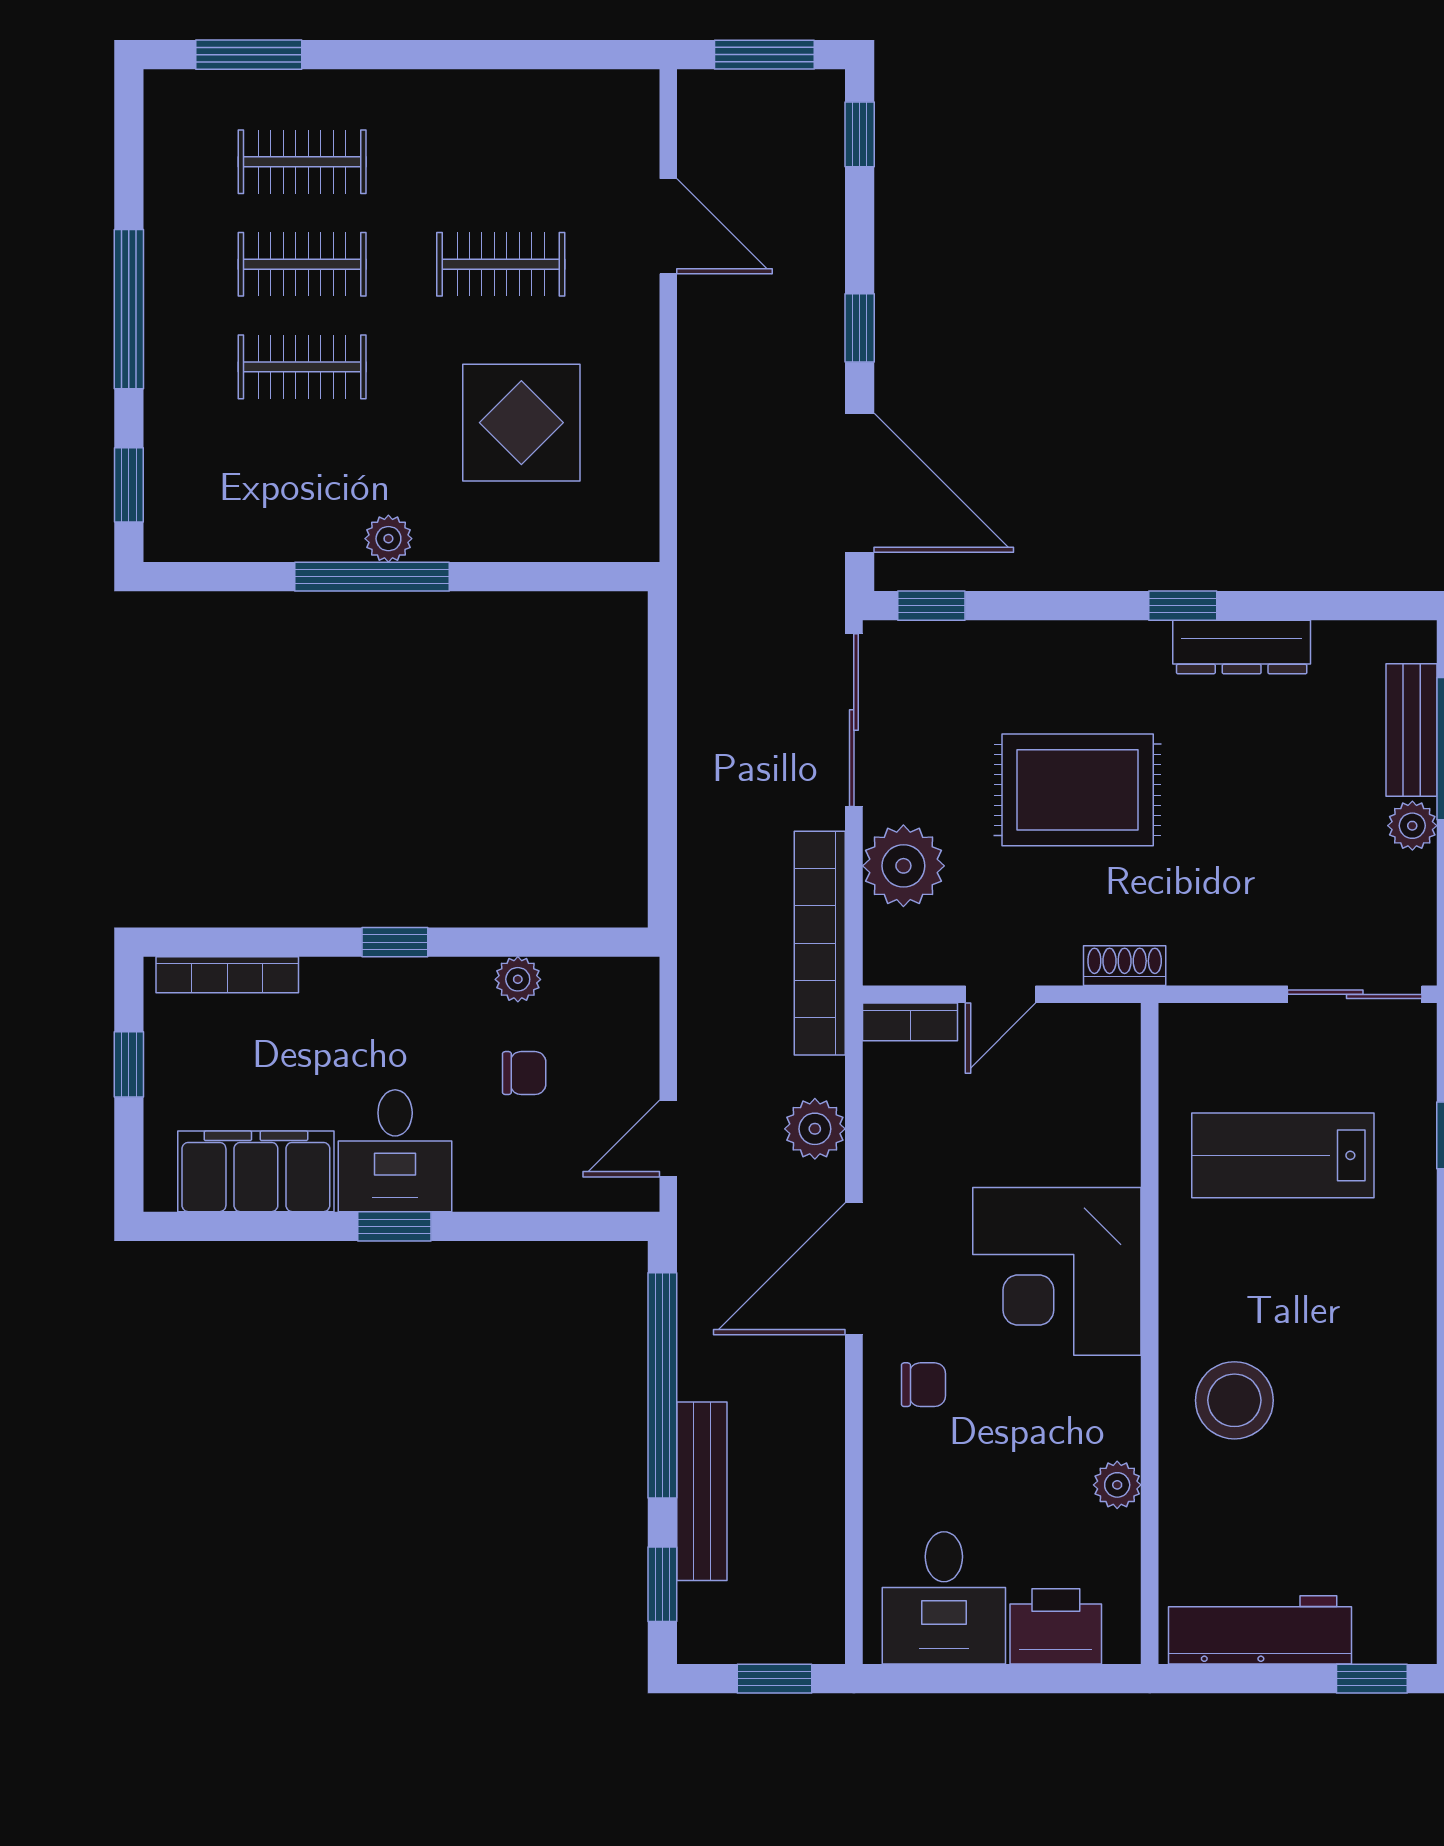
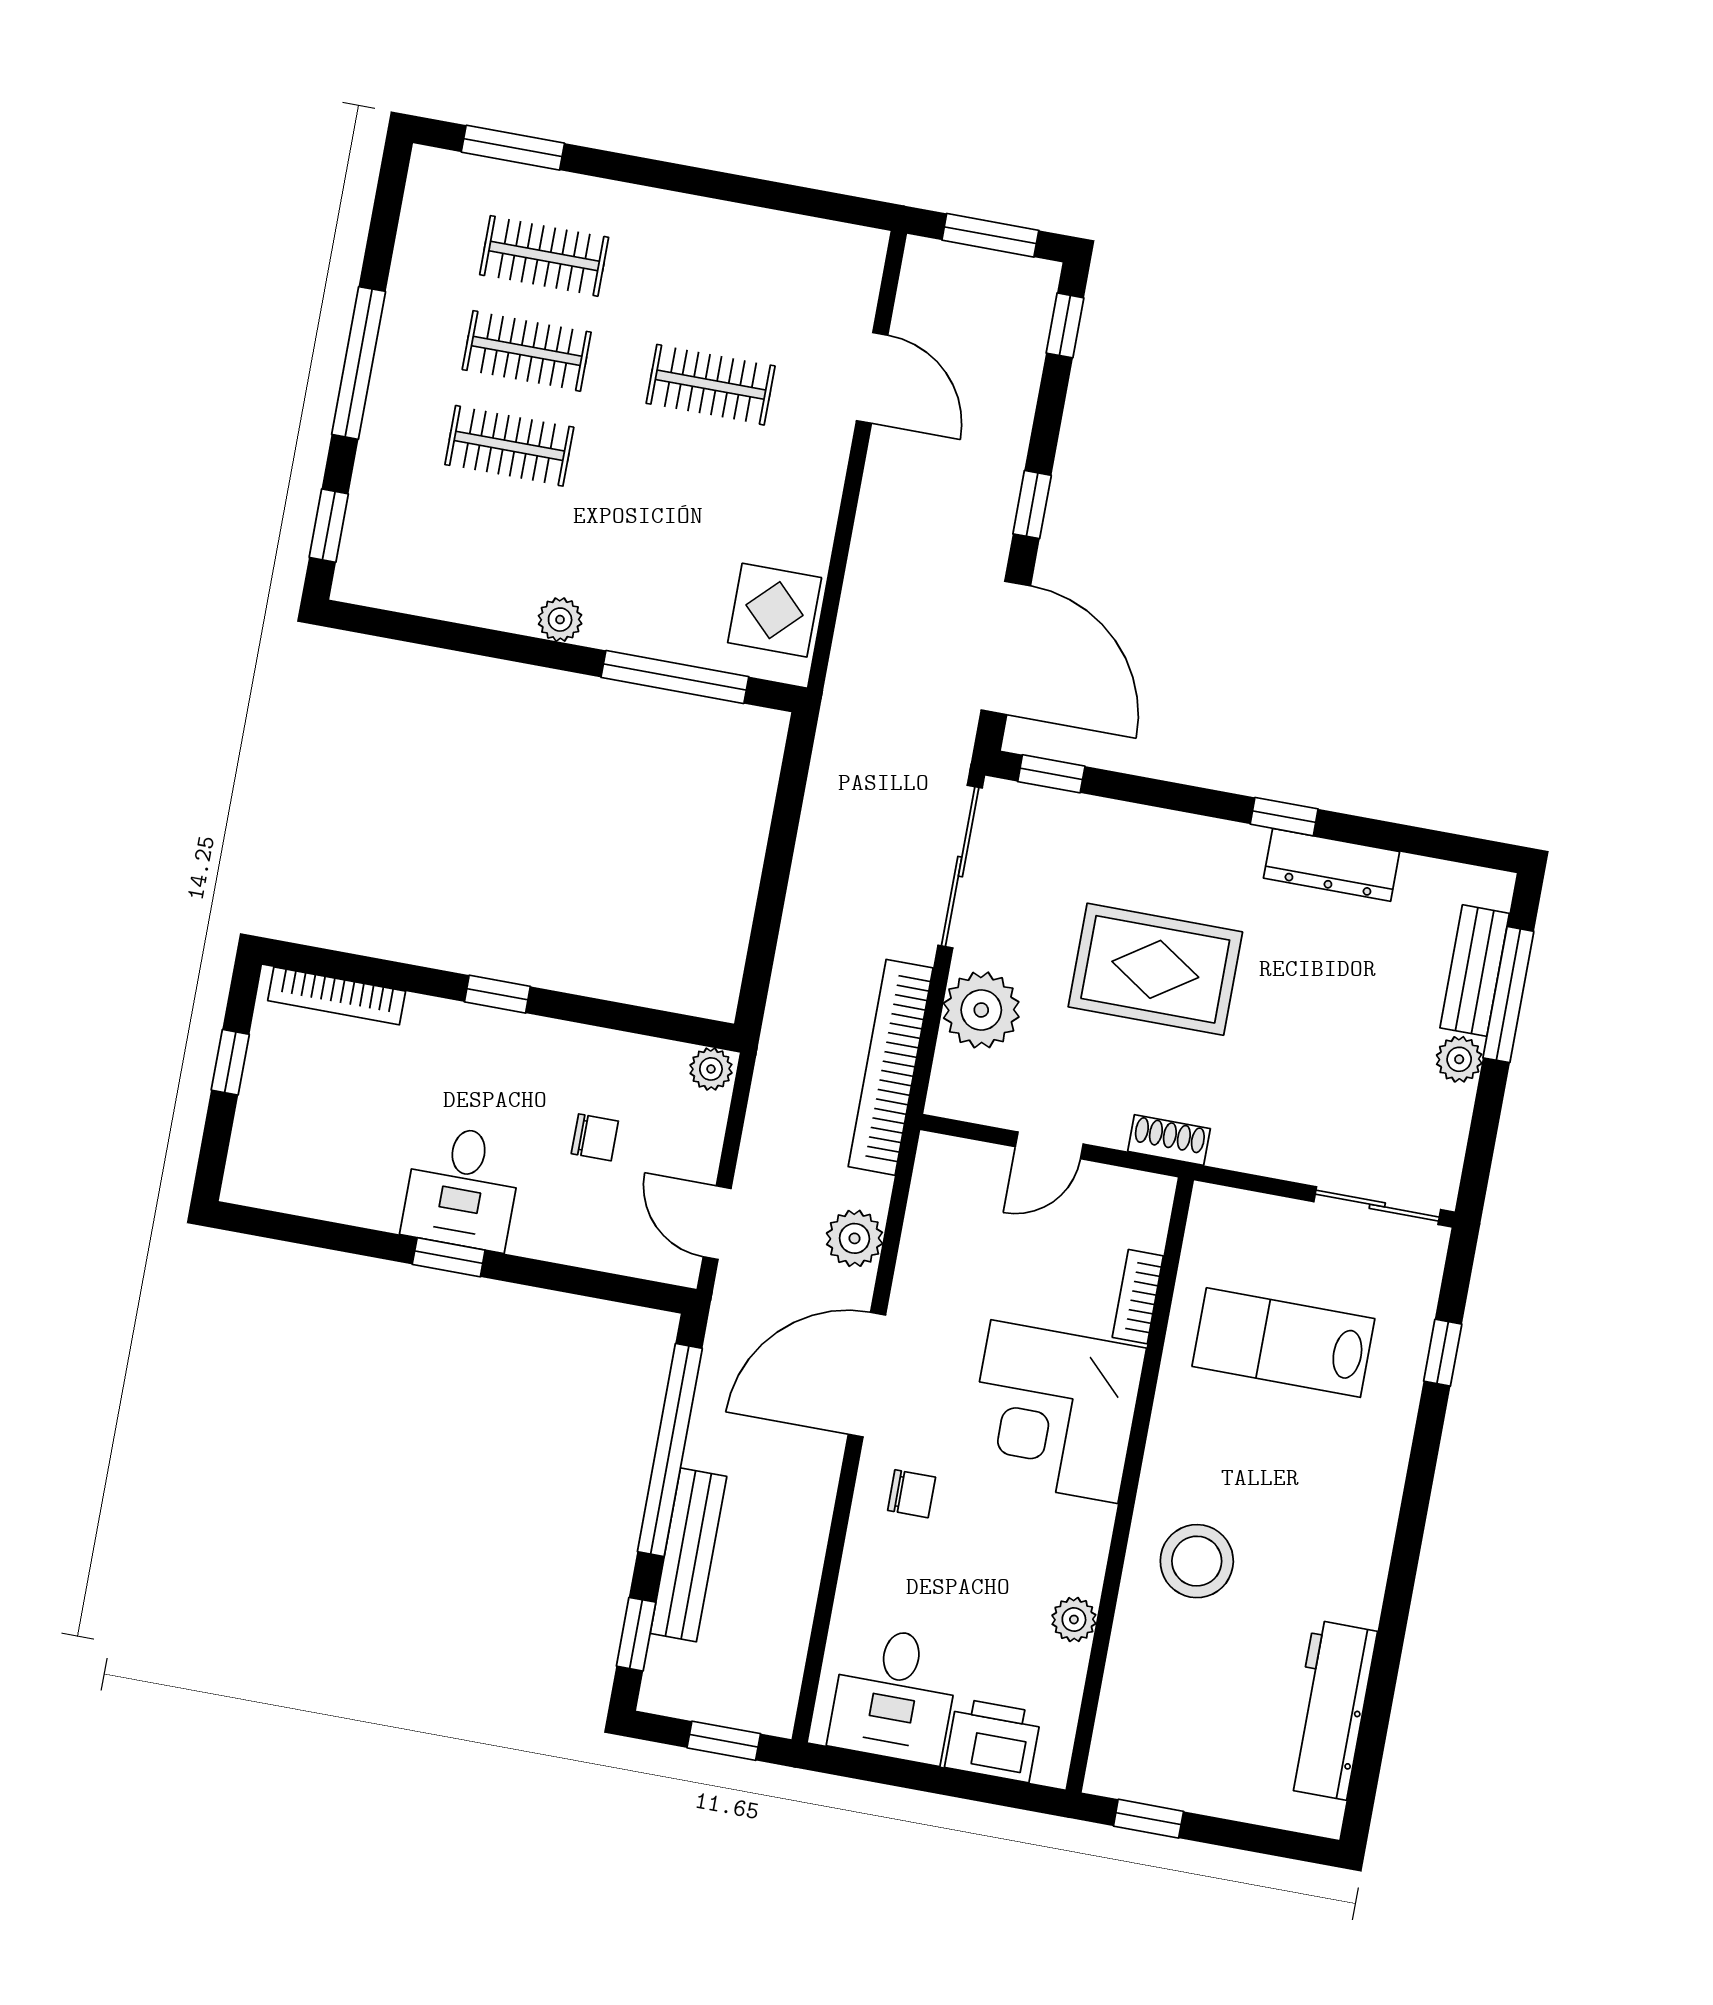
display table: (521, 423) -> (775, 610), moved, width x0.73, depth x0.73
window: (372, 577) -> (675, 677), moved
plant: (518, 979) -> (711, 1069), moved
bookcase: (910, 1022) -> (1138, 1297), moved, turned 90
door: (668, 1139) -> (717, 1223), hinge flipped
filing cabinet: (256, 1171) -> (330, 1183), removed
workbench: (1260, 1630) -> (1330, 1710), moved, turned -90
window: (1372, 1679) -> (1148, 1819), moved

